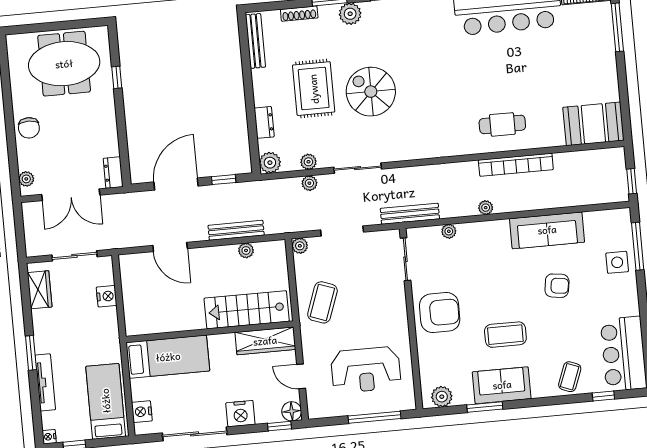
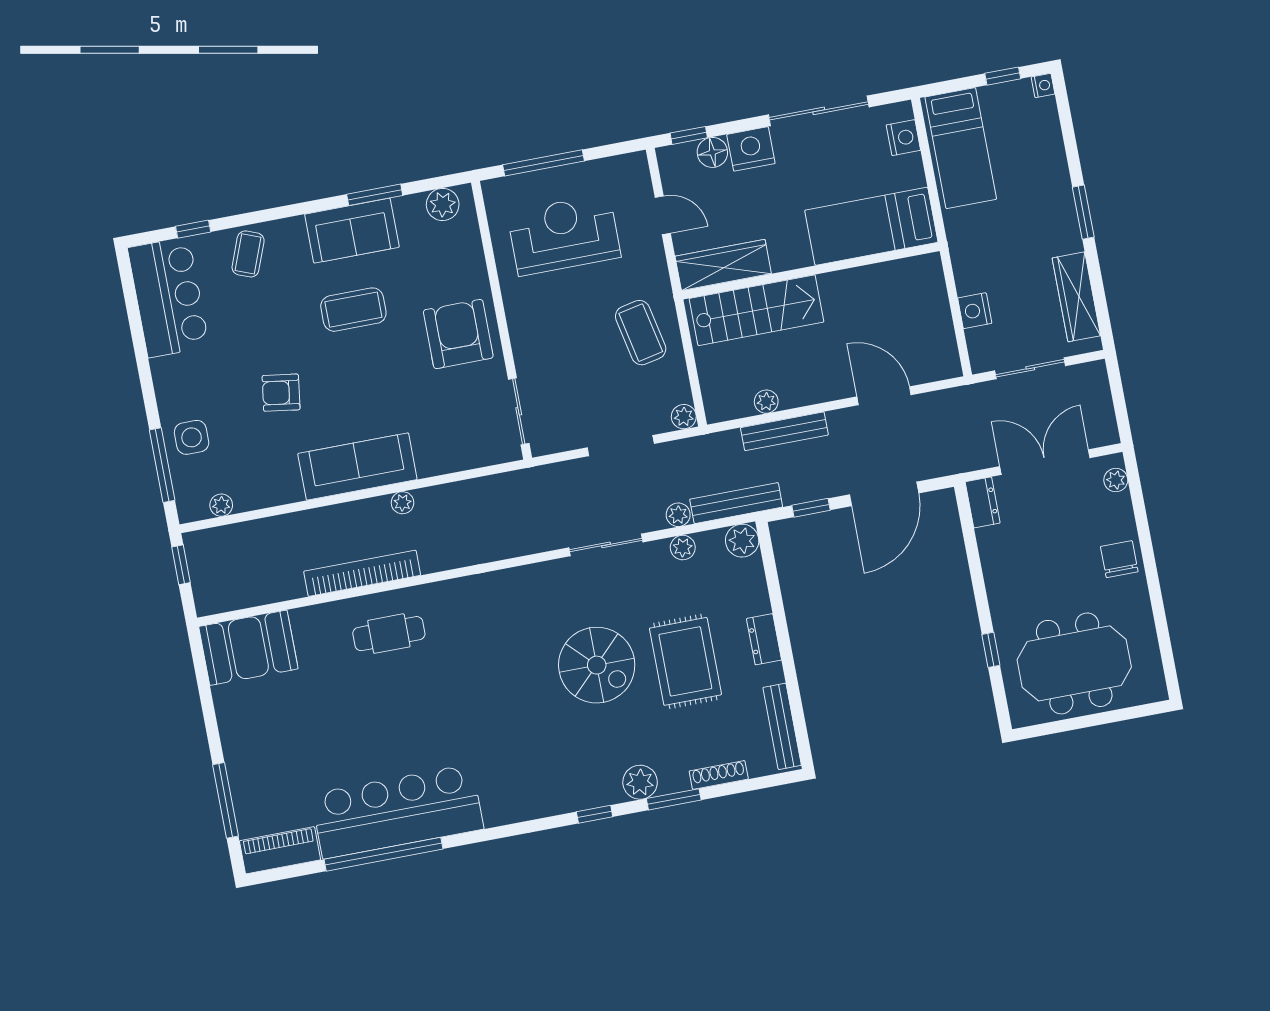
dresser: (264, 122) -> (764, 639), moved
bench: (410, 214) -> (736, 503), moved
sofa: (547, 230) -> (357, 466), moved
plant: (449, 231) -> (221, 505), moved
wardrobe: (40, 290) -> (1076, 297), width x1.50
coffee table: (322, 302) -> (641, 333), turned -32
armchair: (440, 313) -> (458, 334), turned 90
tv unit: (45, 382) -> (1057, 169), removed
floor lamp: (292, 411) -> (712, 152), moved

